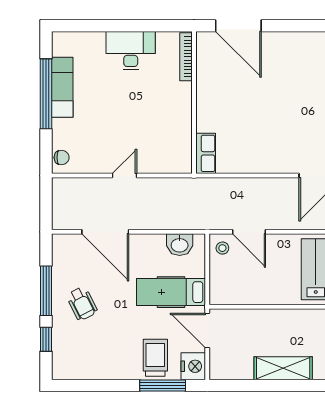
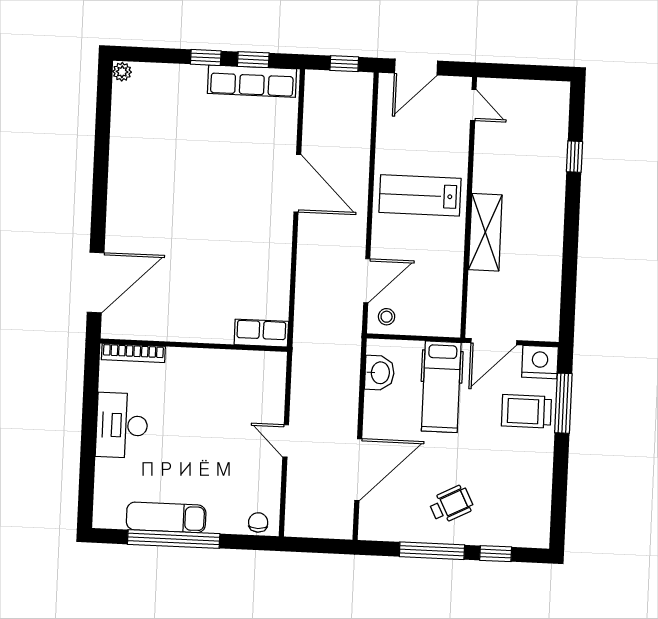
shelving: (283, 368) -> (485, 232), moved

